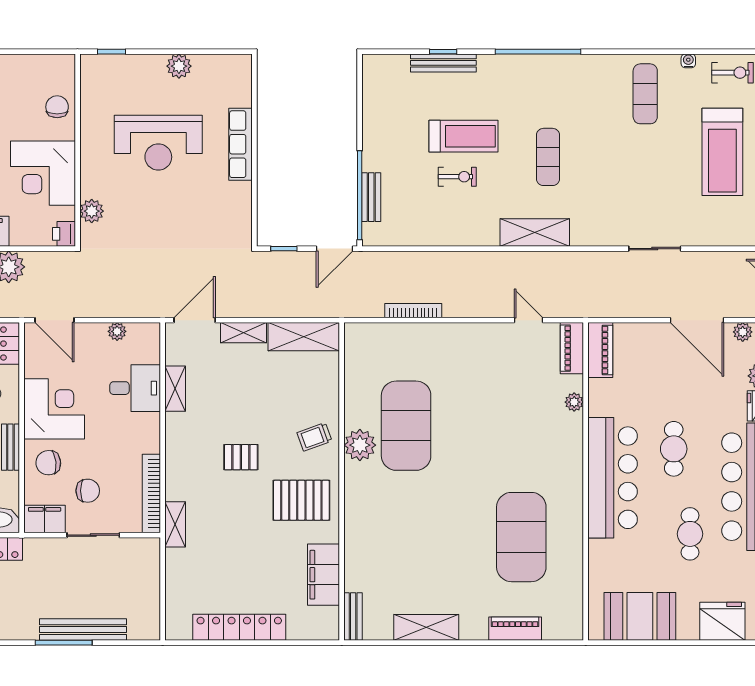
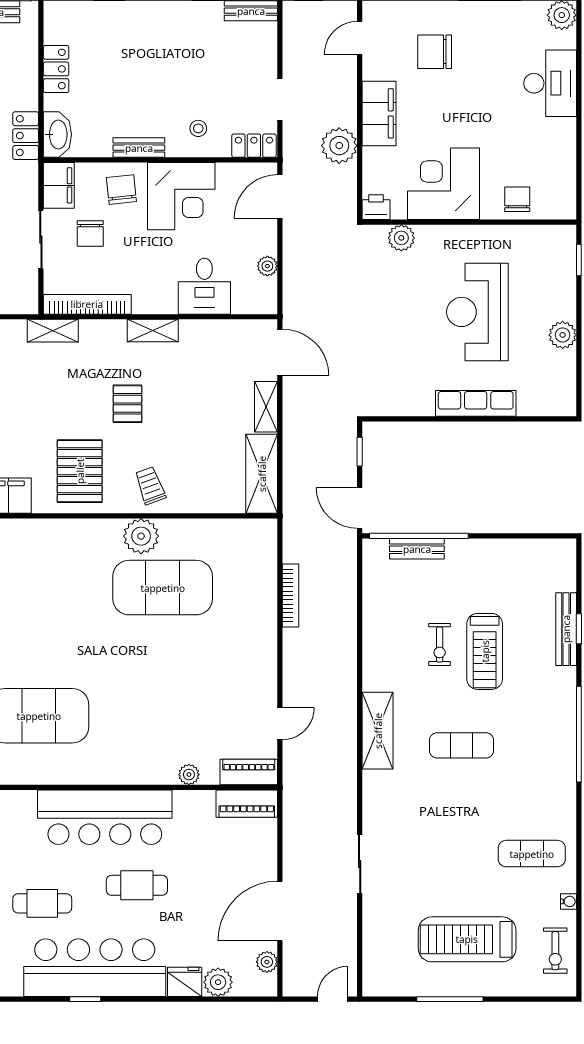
chair: (57, 107) -> (517, 199), turned -90
shelving: (175, 389) -> (153, 331), moved

